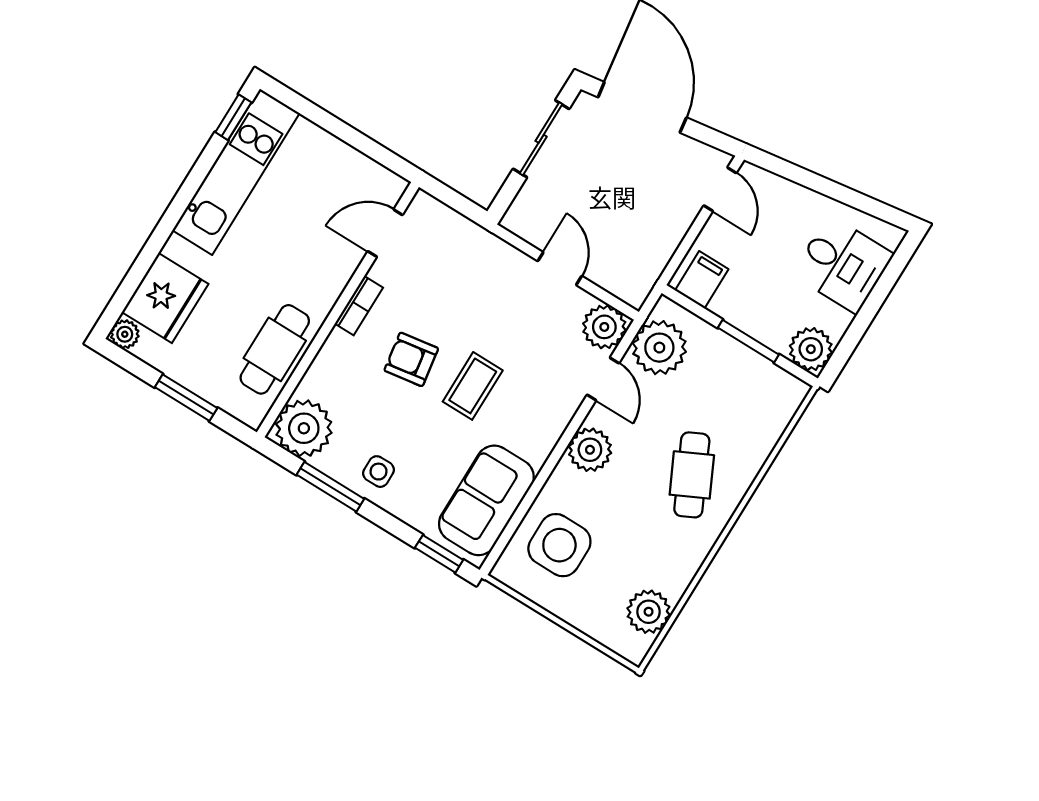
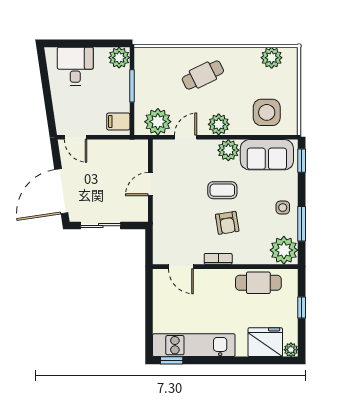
door: (720, 189) -> (76, 137), swing flipped
plant: (604, 327) -> (228, 150), moved
window: (186, 398) -> (302, 308), width x0.67

